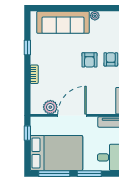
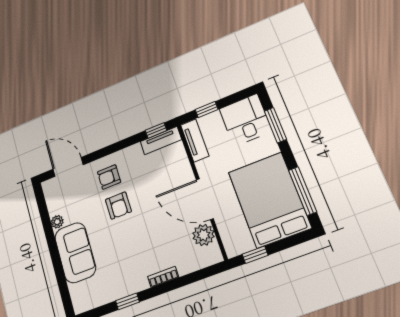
sofa: (63, 22) -> (75, 253), width x0.73
armchair: (89, 60) -> (118, 206), turned 90
window: (89, 174) -> (275, 125), moved

